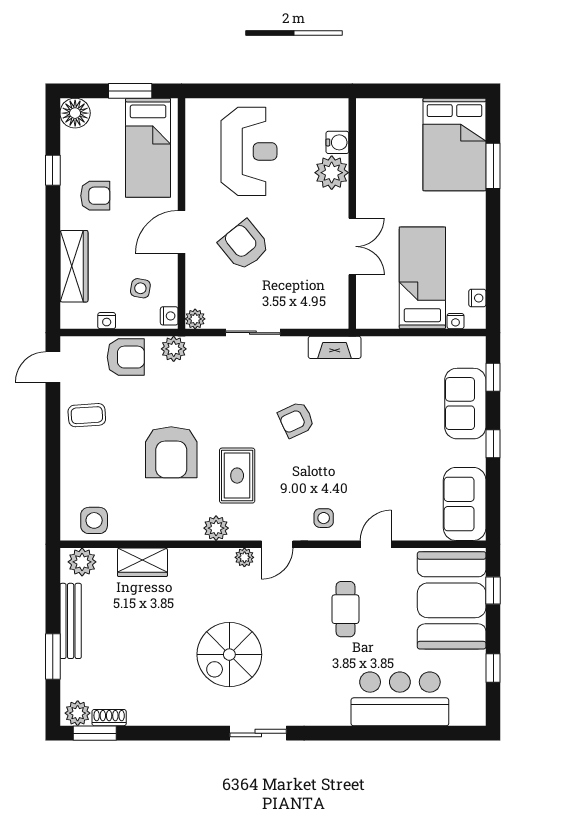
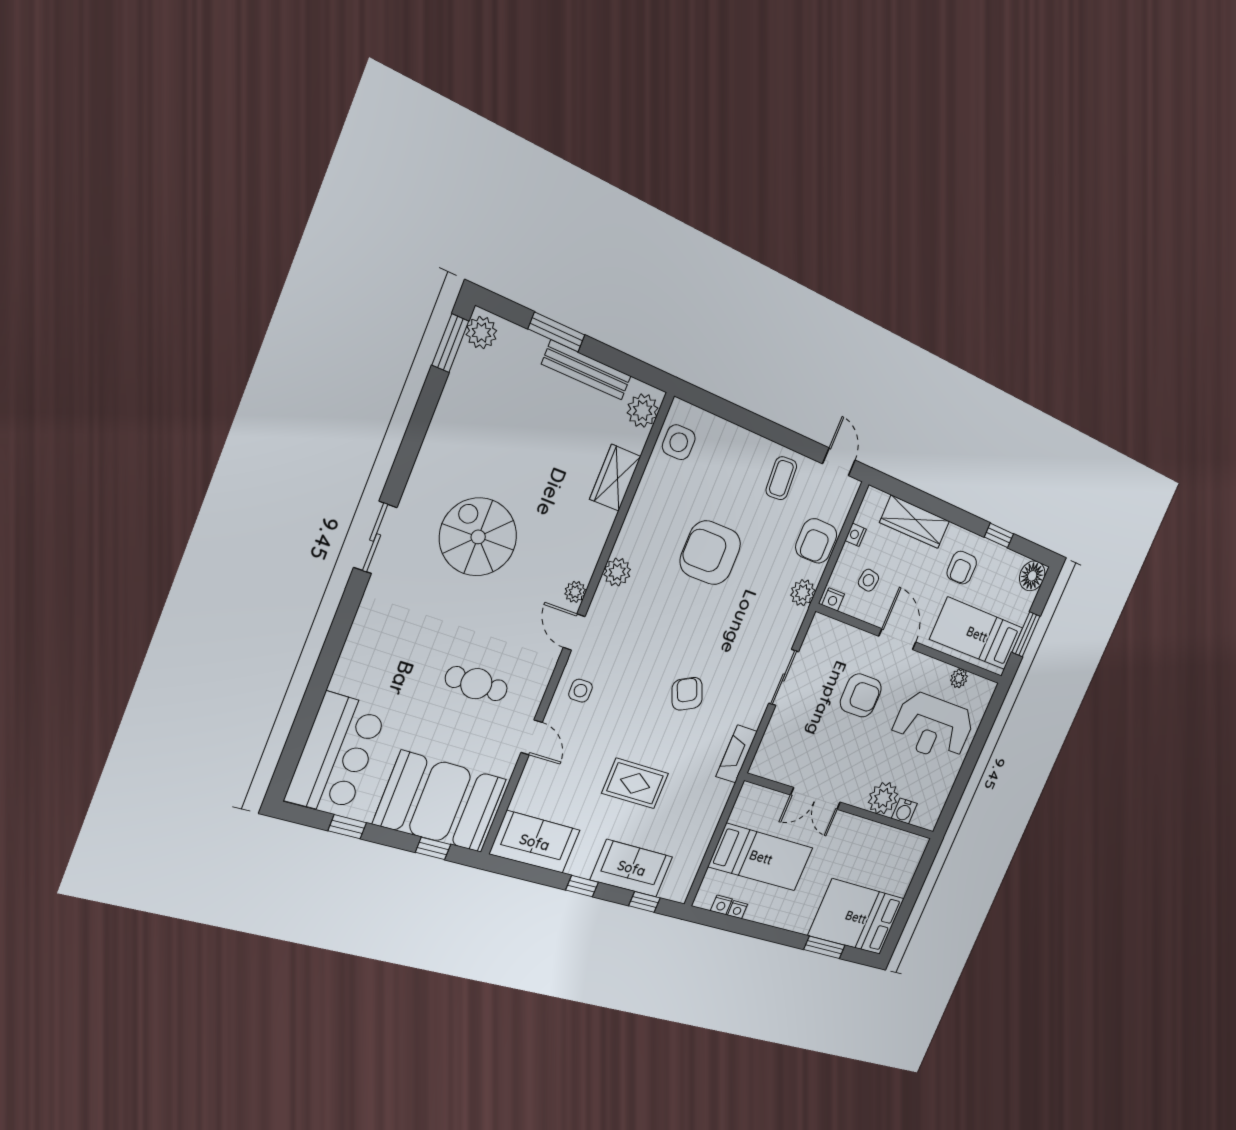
armchair: (244, 245) -> (861, 695), turned 39
plant: (195, 319) -> (959, 678), moved
nightstand: (456, 321) -> (738, 910), moved, turned -90
rug: (237, 476) -> (635, 783), moved
bar counter: (400, 699) -> (336, 754), moved
shoe rack: (109, 718) -> (462, 368), removed

